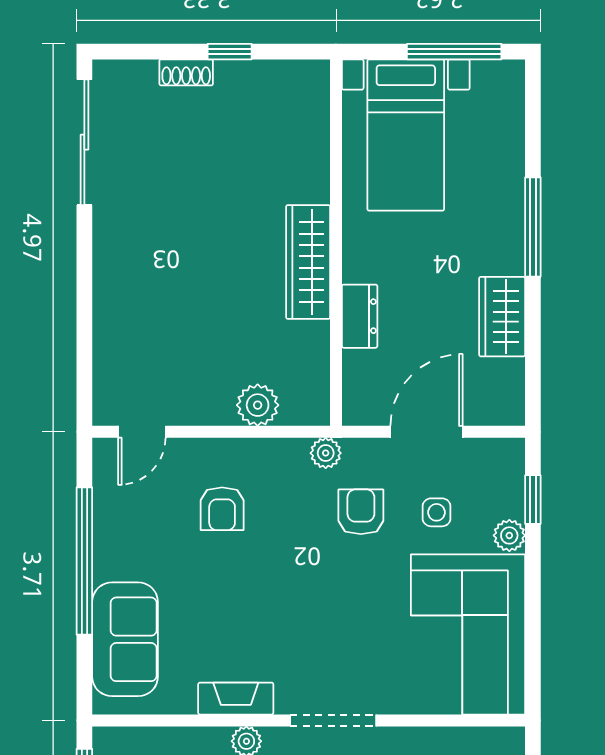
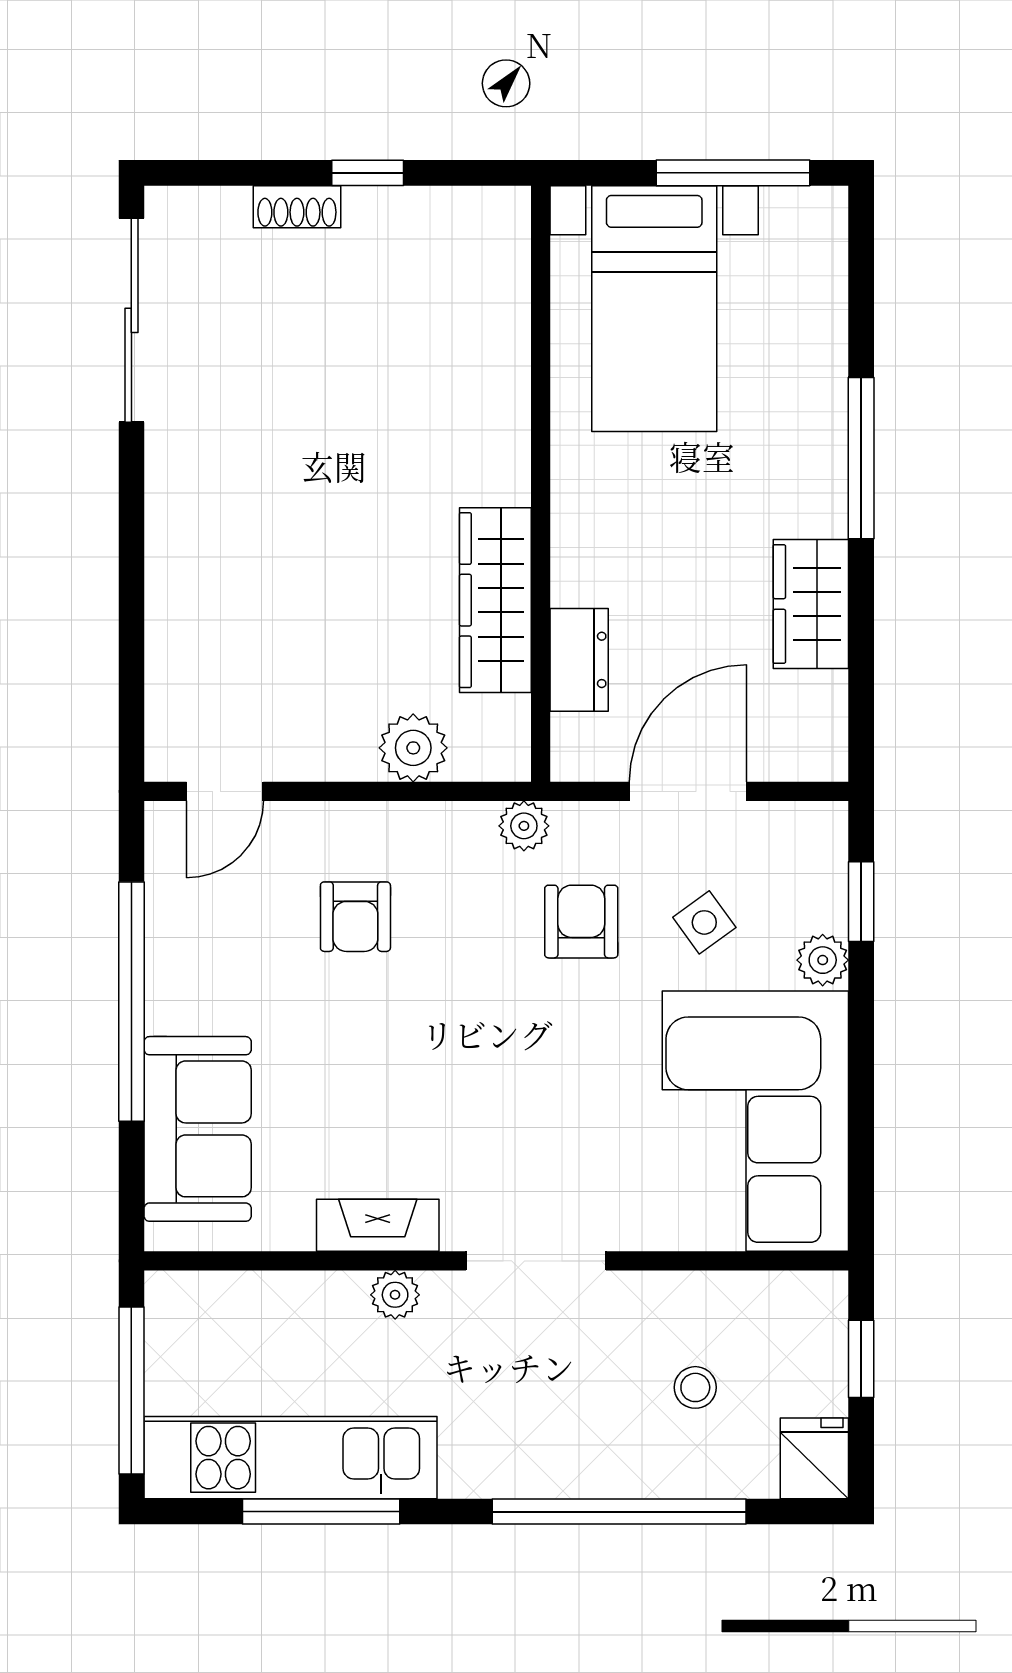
wardrobe: (308, 262) -> (495, 600), moved
dresser: (360, 316) -> (579, 660), moved
side table: (437, 512) -> (704, 922), turned -36

